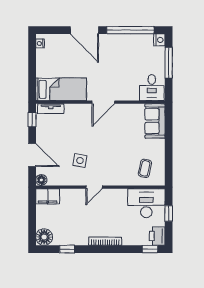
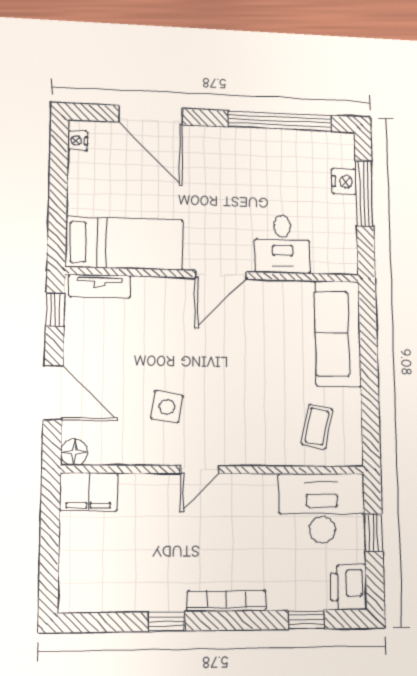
door: (84, 30) -> (151, 115), moved
nightstand: (159, 40) -> (344, 181), moved
desk: (152, 88) -> (282, 244), moved
sofa: (155, 121) -> (338, 333), width x1.36
floor lamp: (44, 237) -> (78, 592), removed
window: (67, 249) -> (167, 621), moved
window: (150, 249) -> (306, 620), moved

